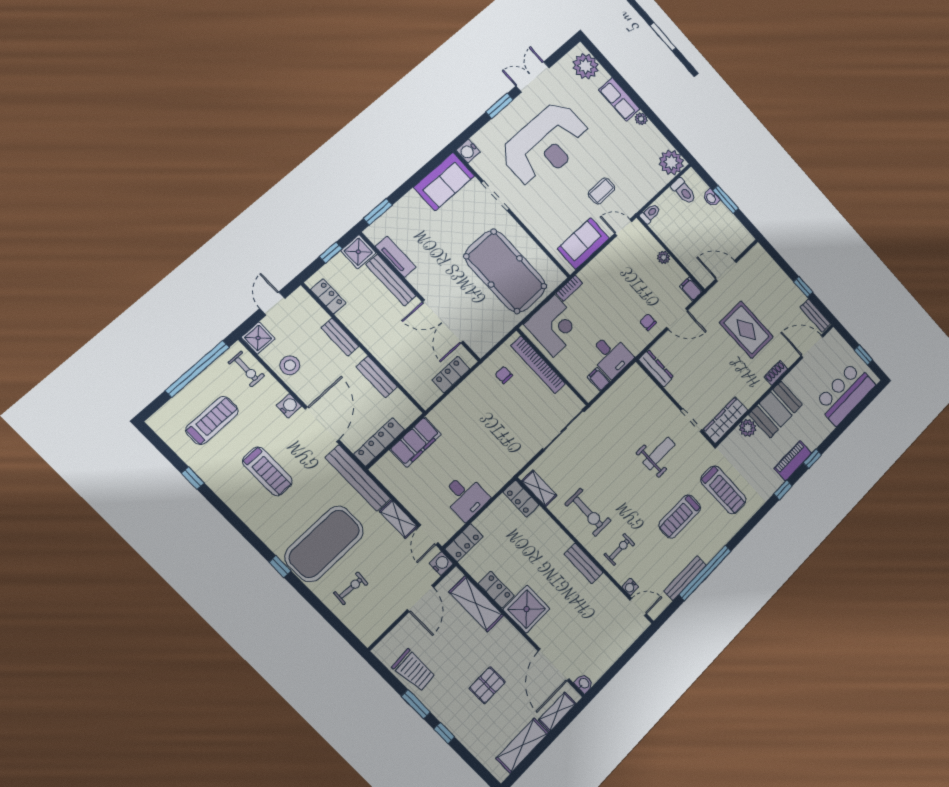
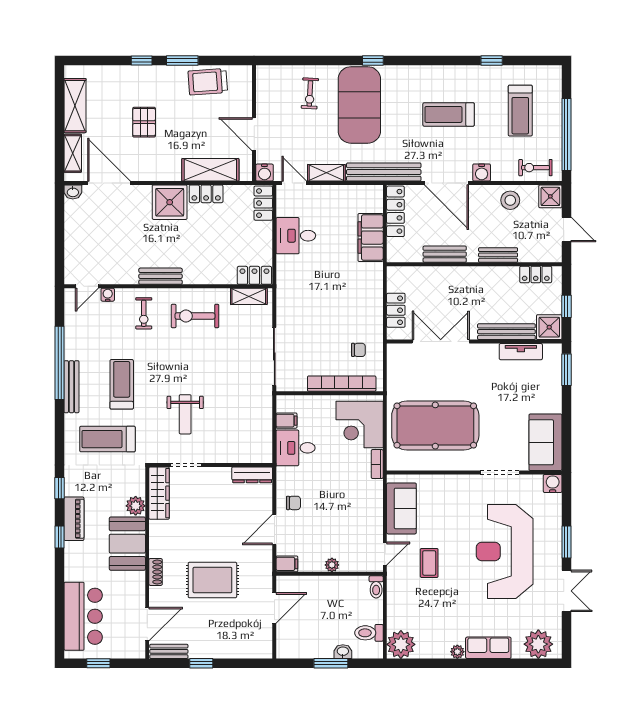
bench: (685, 578) -> (71, 387), moved

